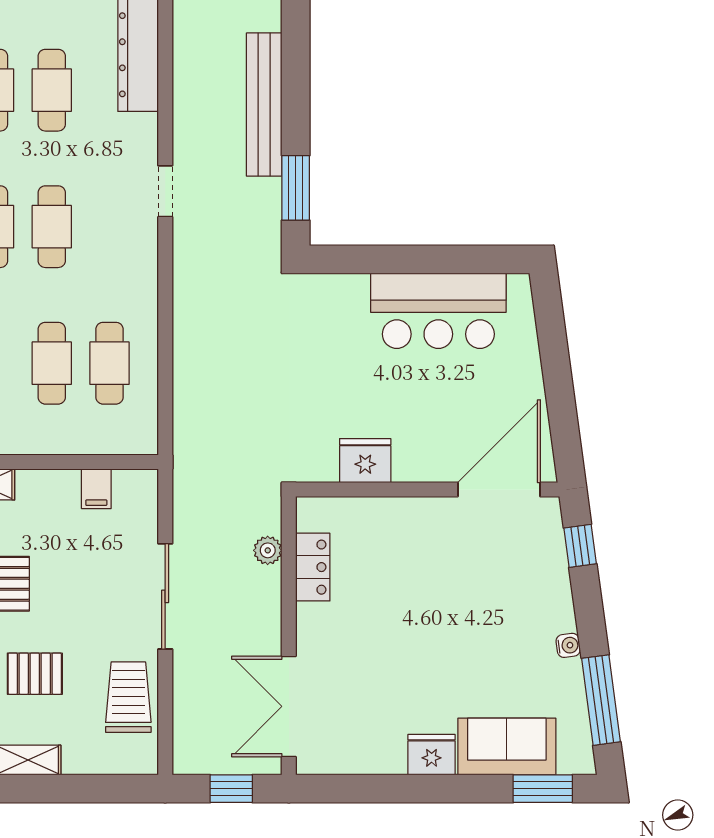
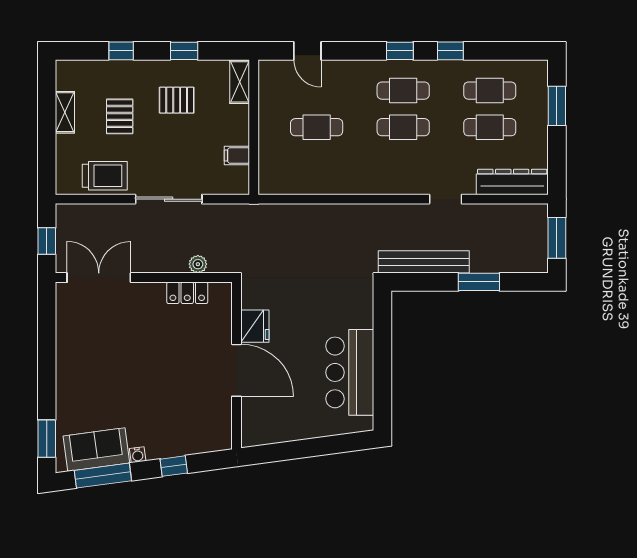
bench: (264, 105) -> (424, 262), moved
window: (296, 188) -> (479, 282), moved
doorway: (165, 191) -> (446, 199), moved
cafe table: (109, 363) -> (317, 164), removed
door: (499, 490) -> (236, 370), moved
window: (580, 546) -> (174, 466), moved
sofa: (507, 747) -> (96, 450), moved, turned -98
fridge: (432, 755) -> (68, 368), removed

